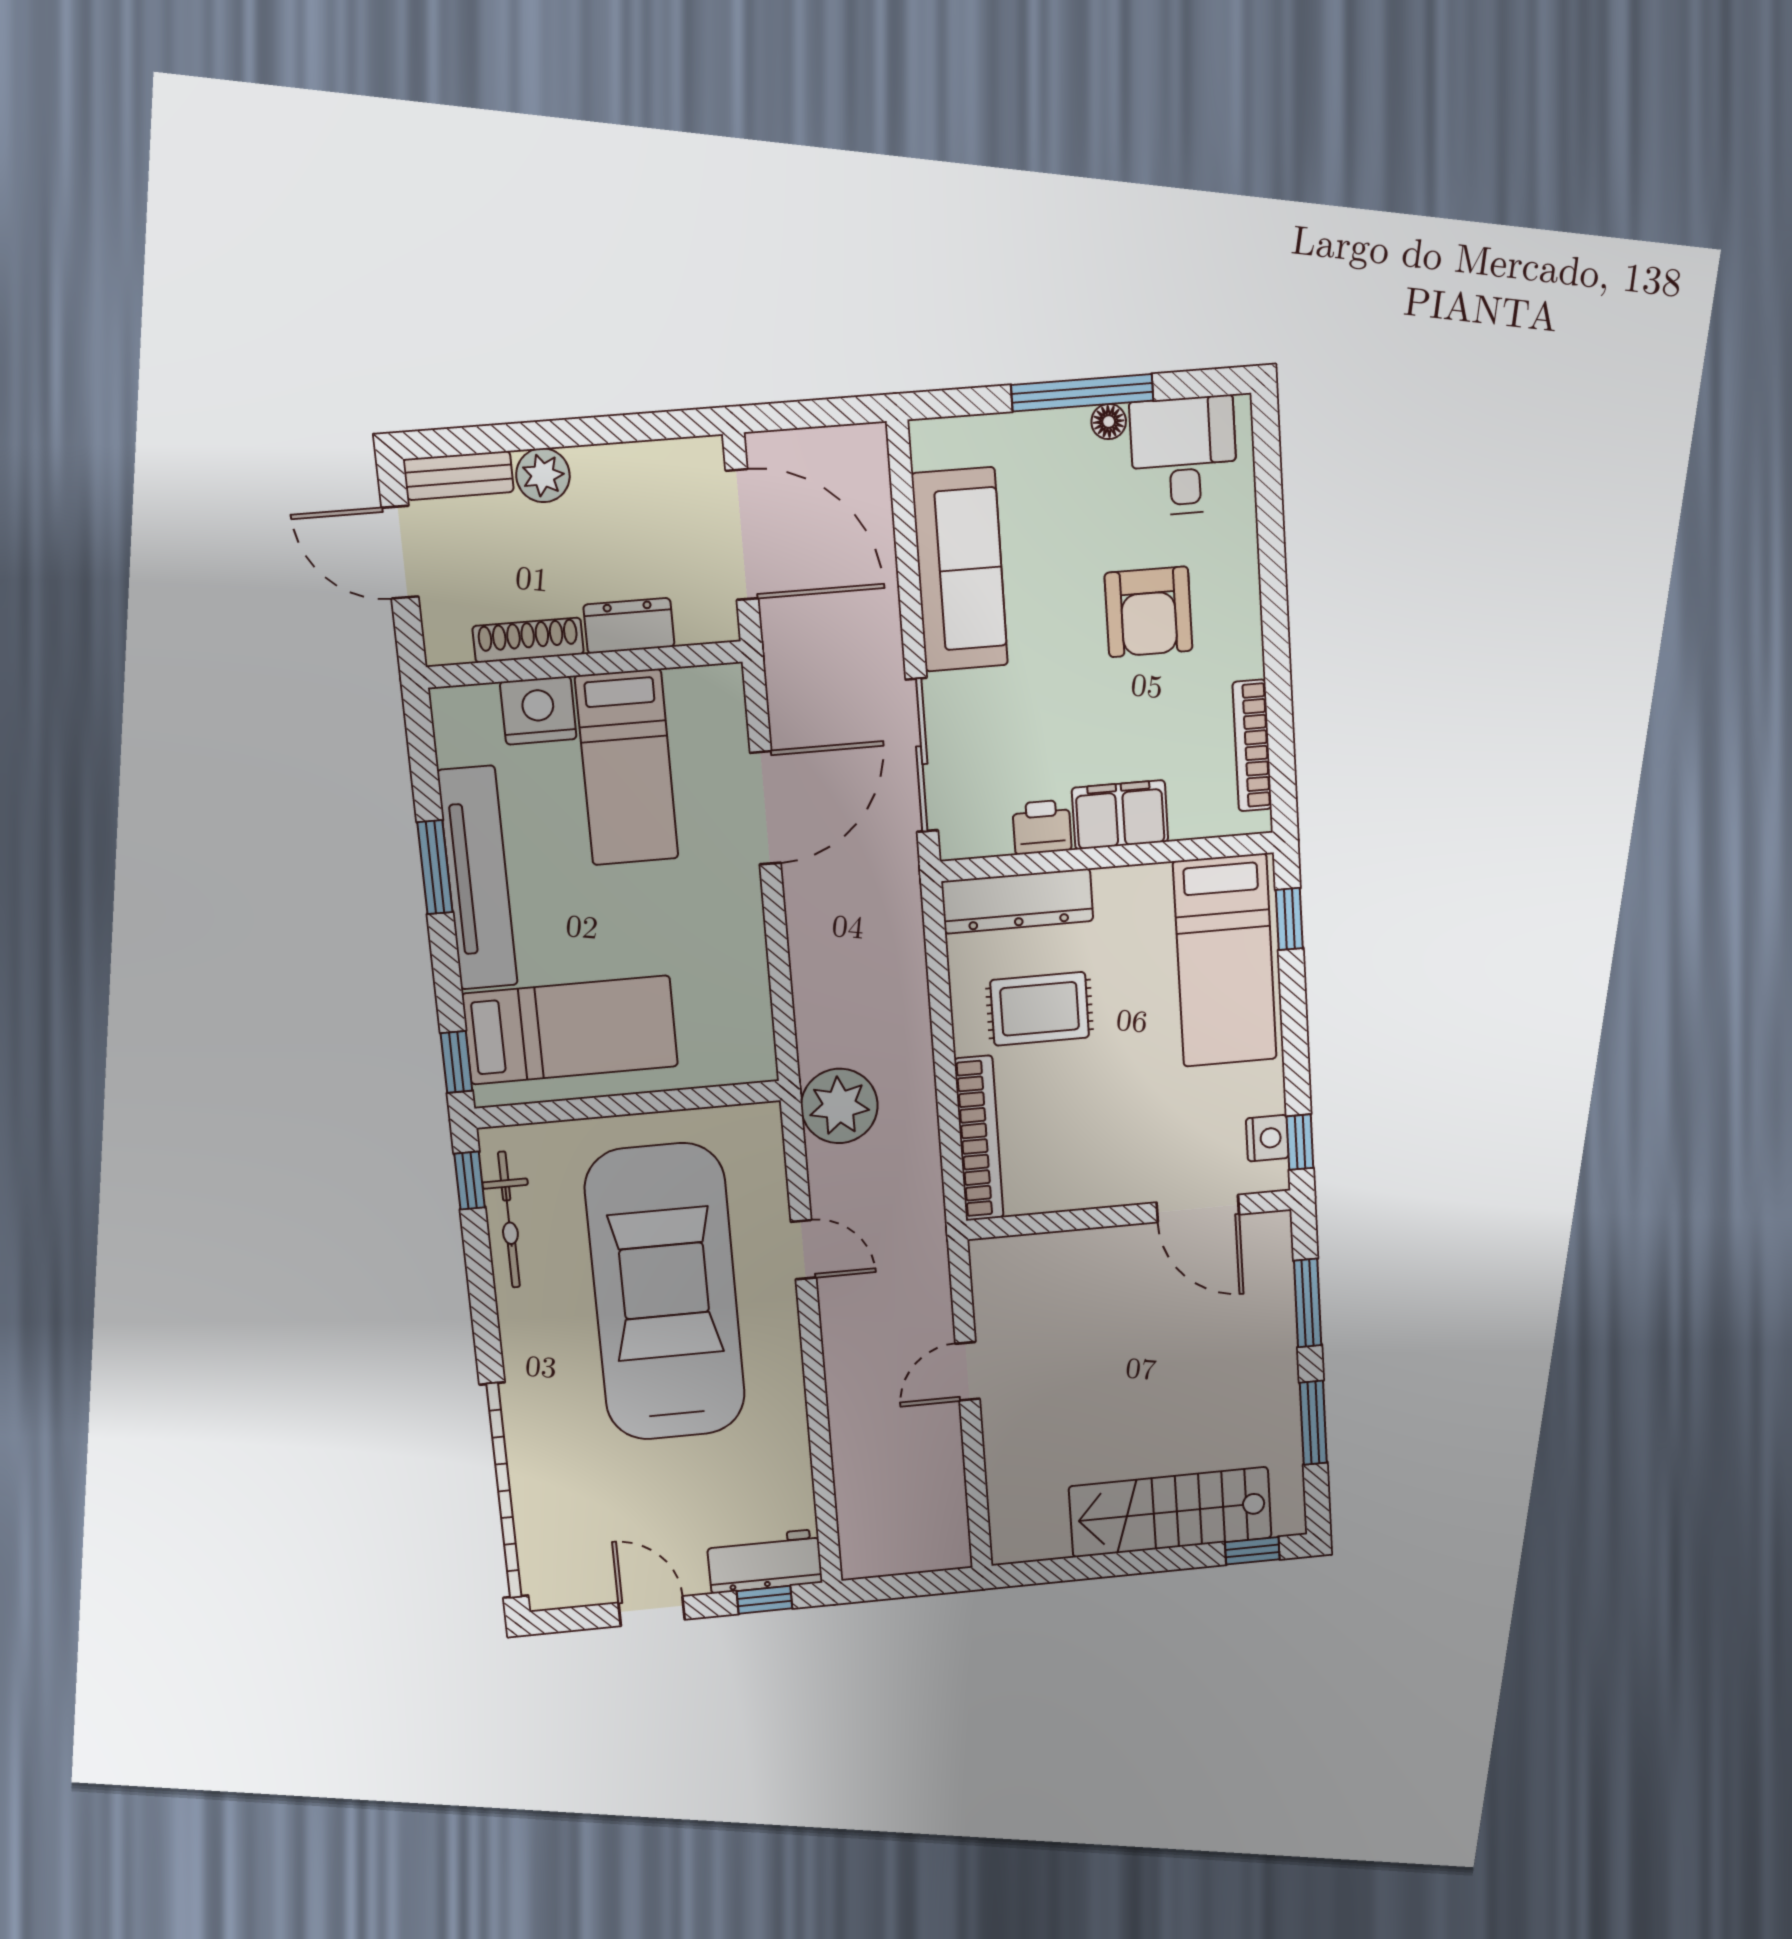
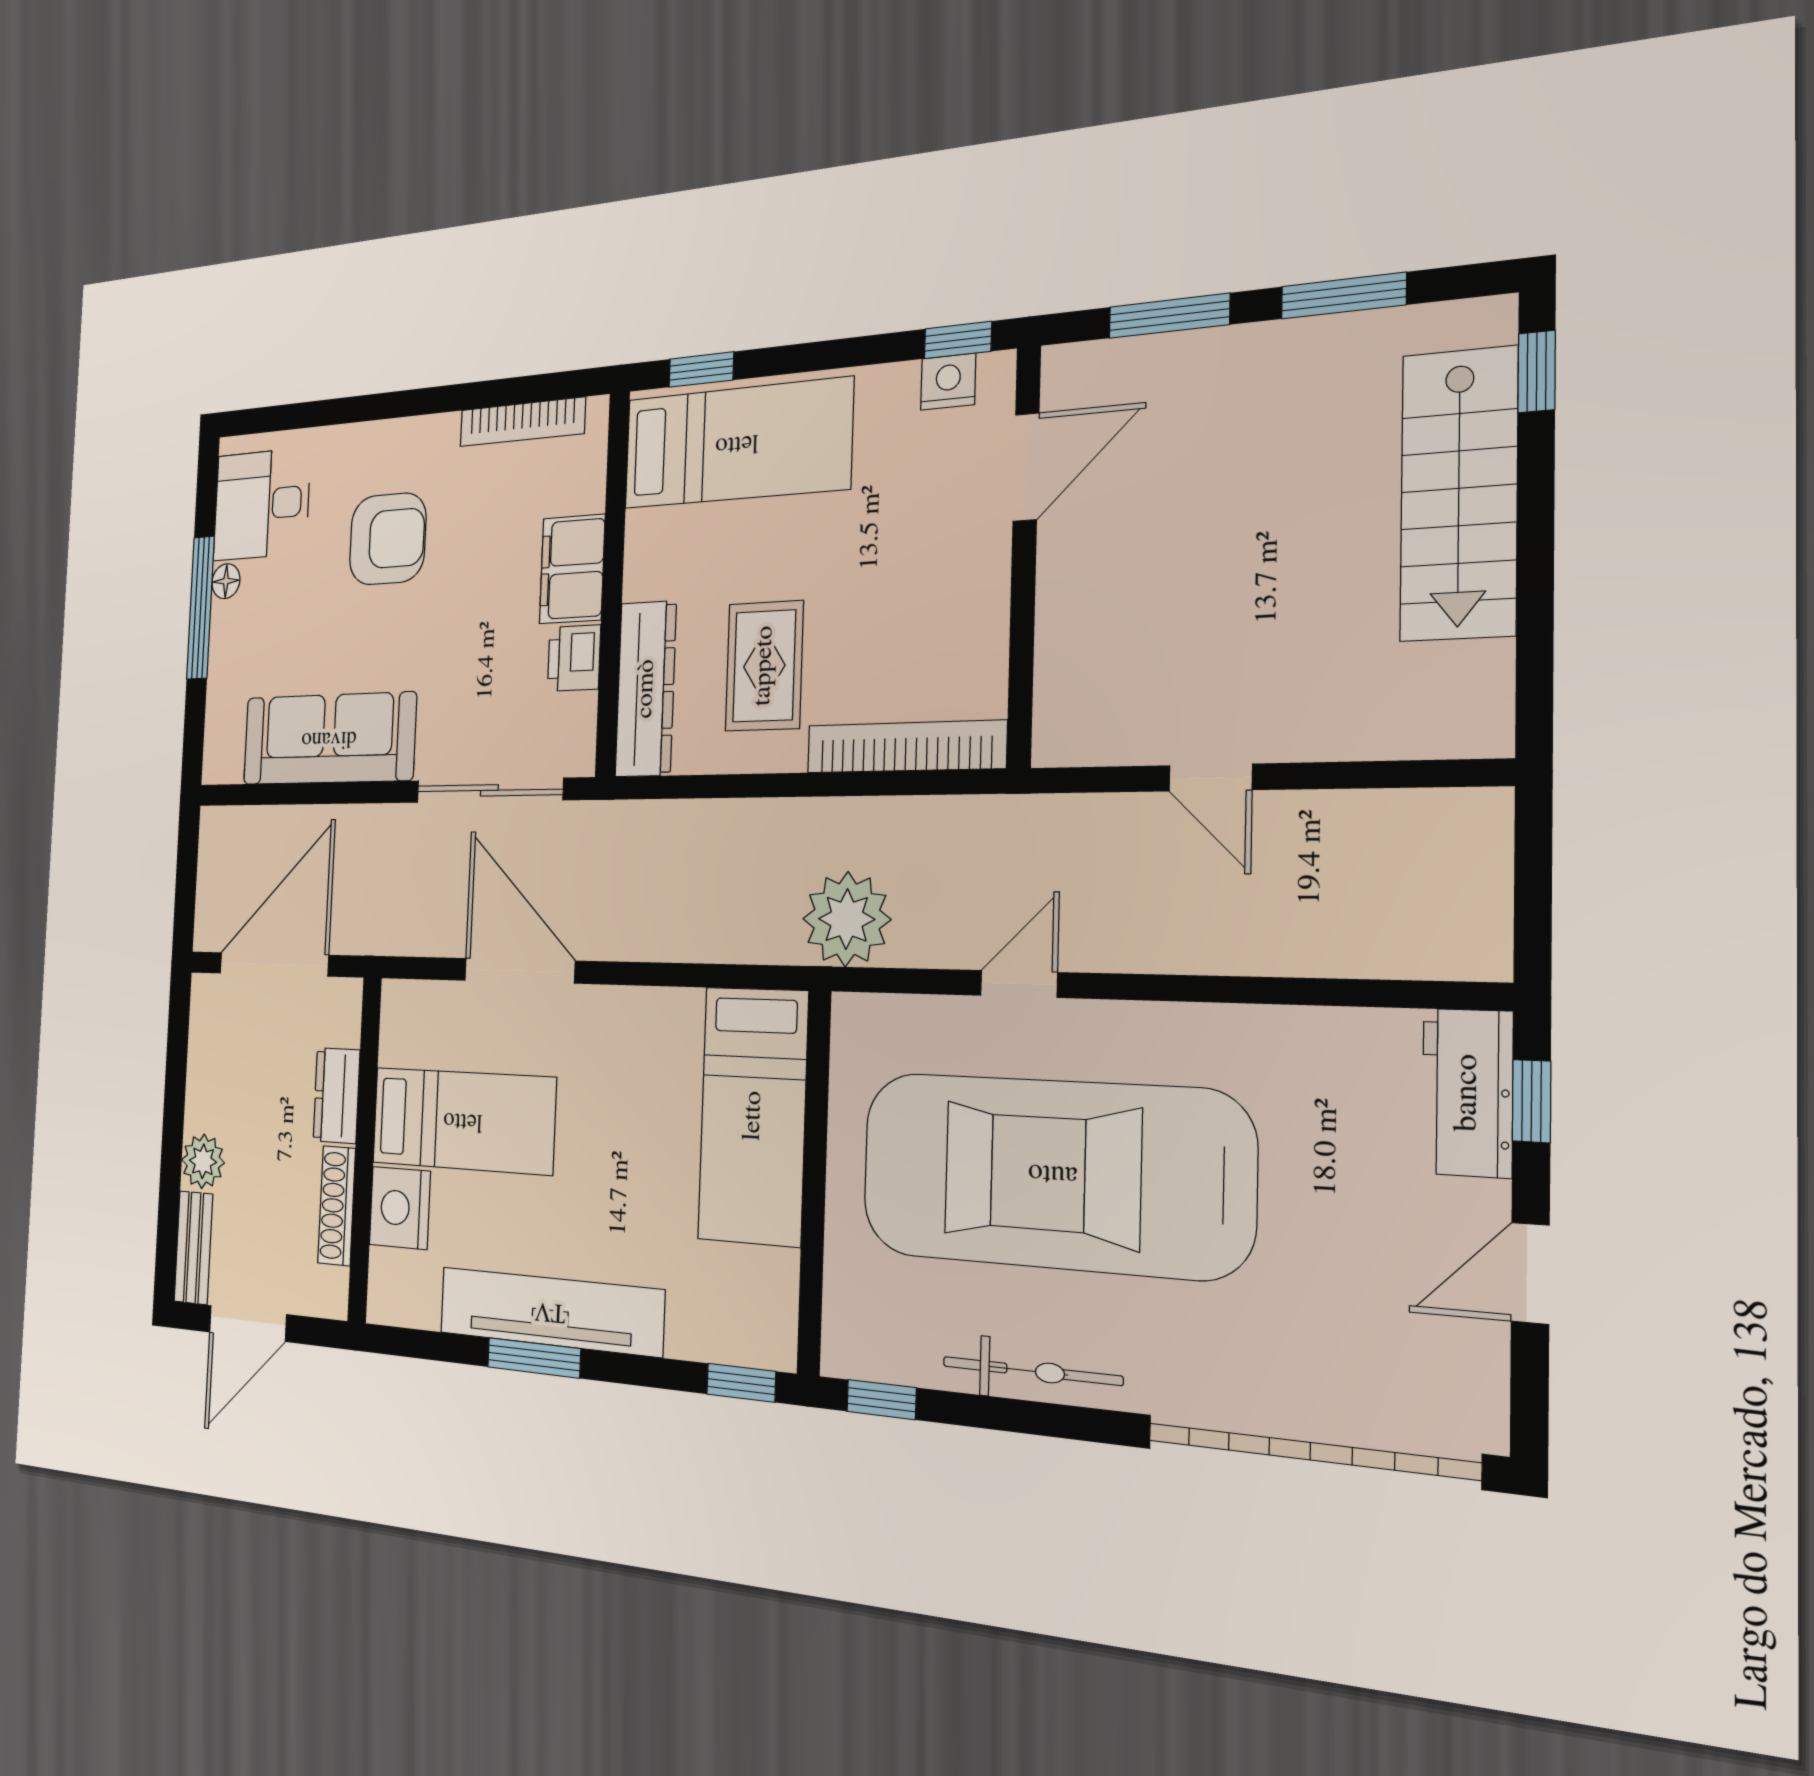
bed: (570, 1030) -> (753, 1116), moved, turned 180
bicycle: (509, 1220) -> (1032, 1371), moved

